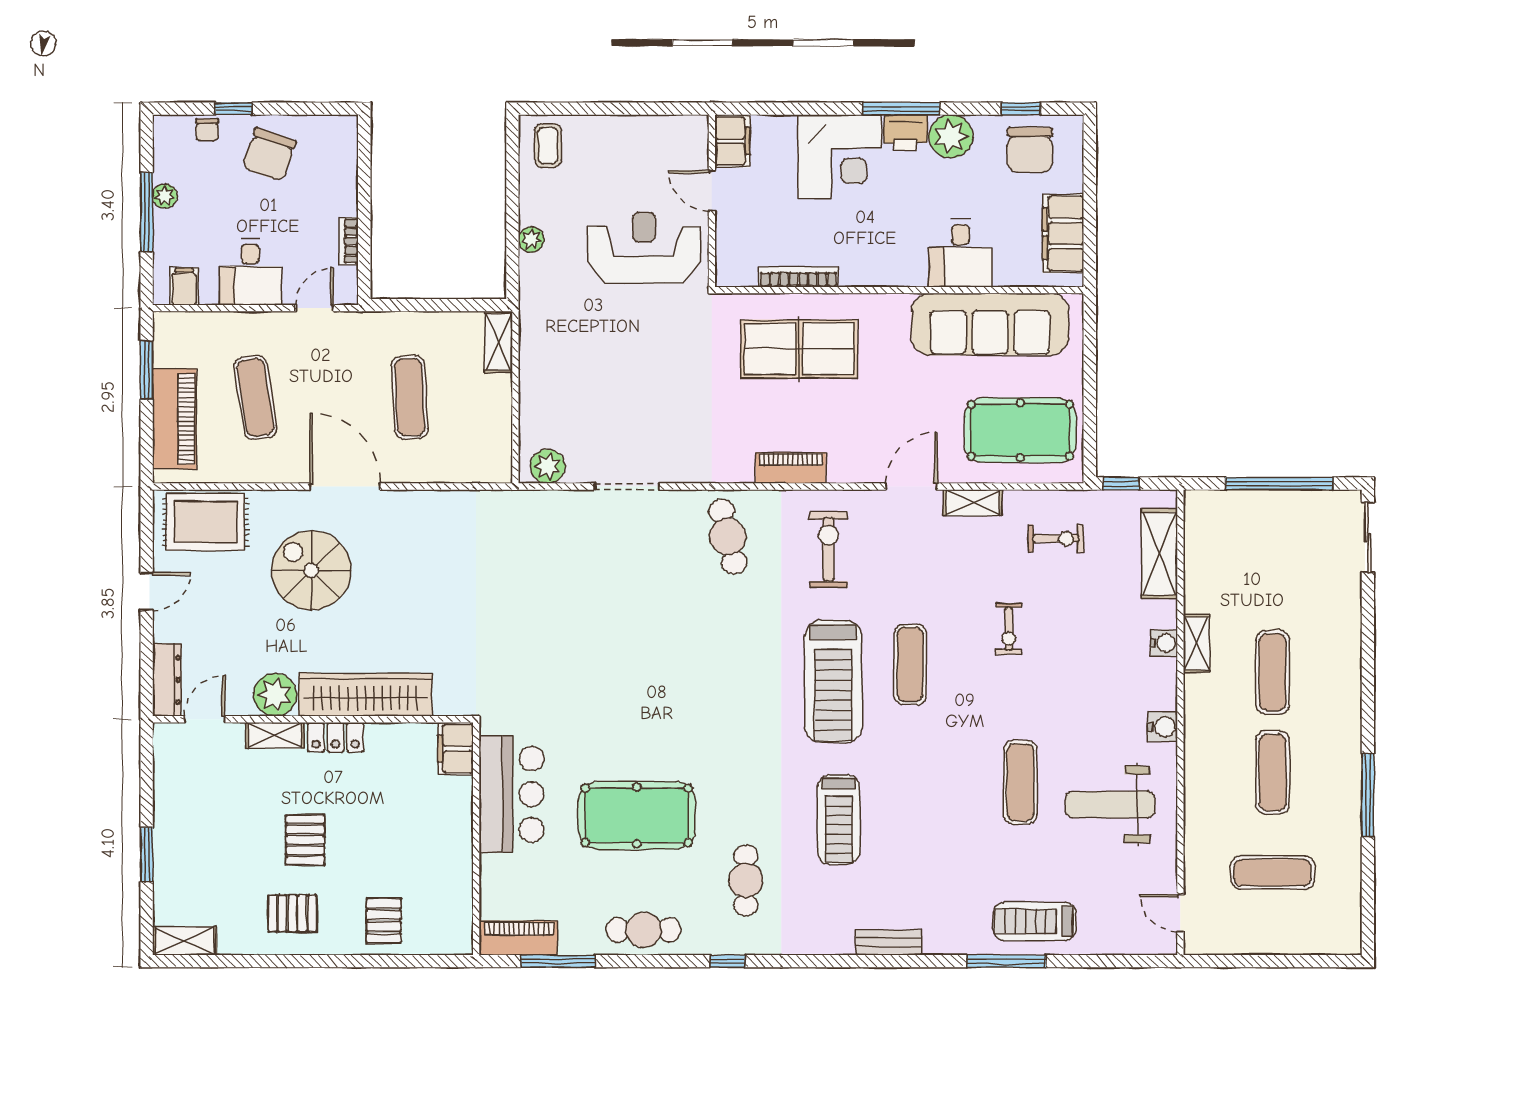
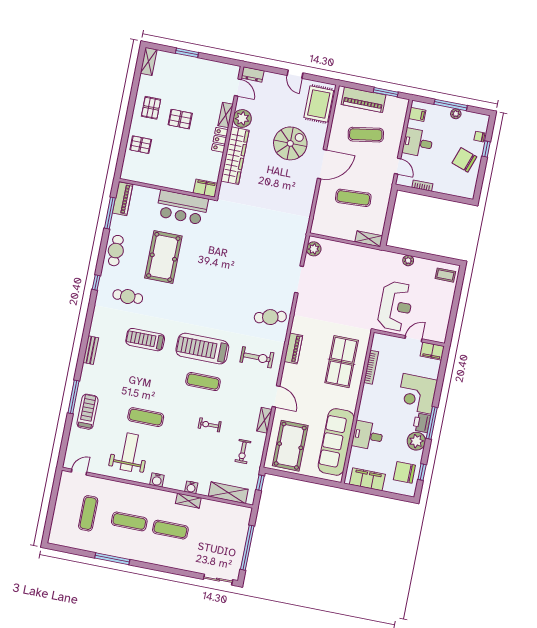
dresser: (167, 680) -> (253, 74), width x0.70

